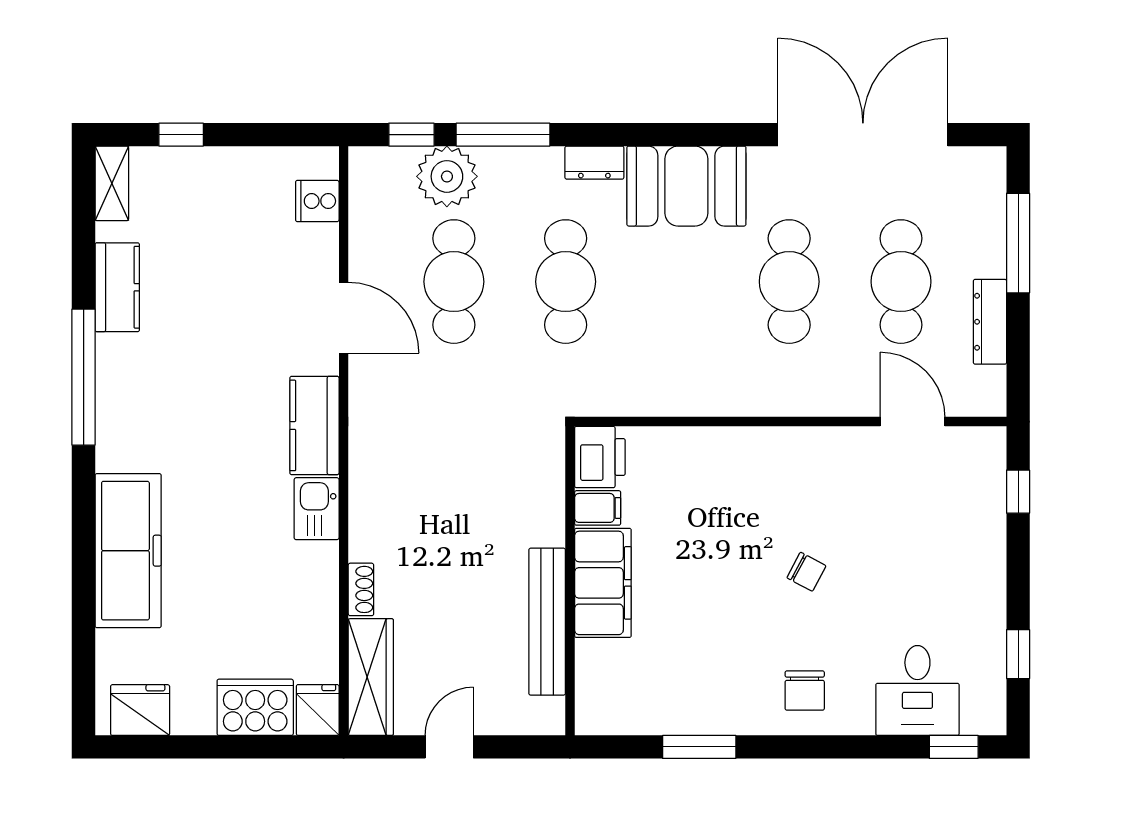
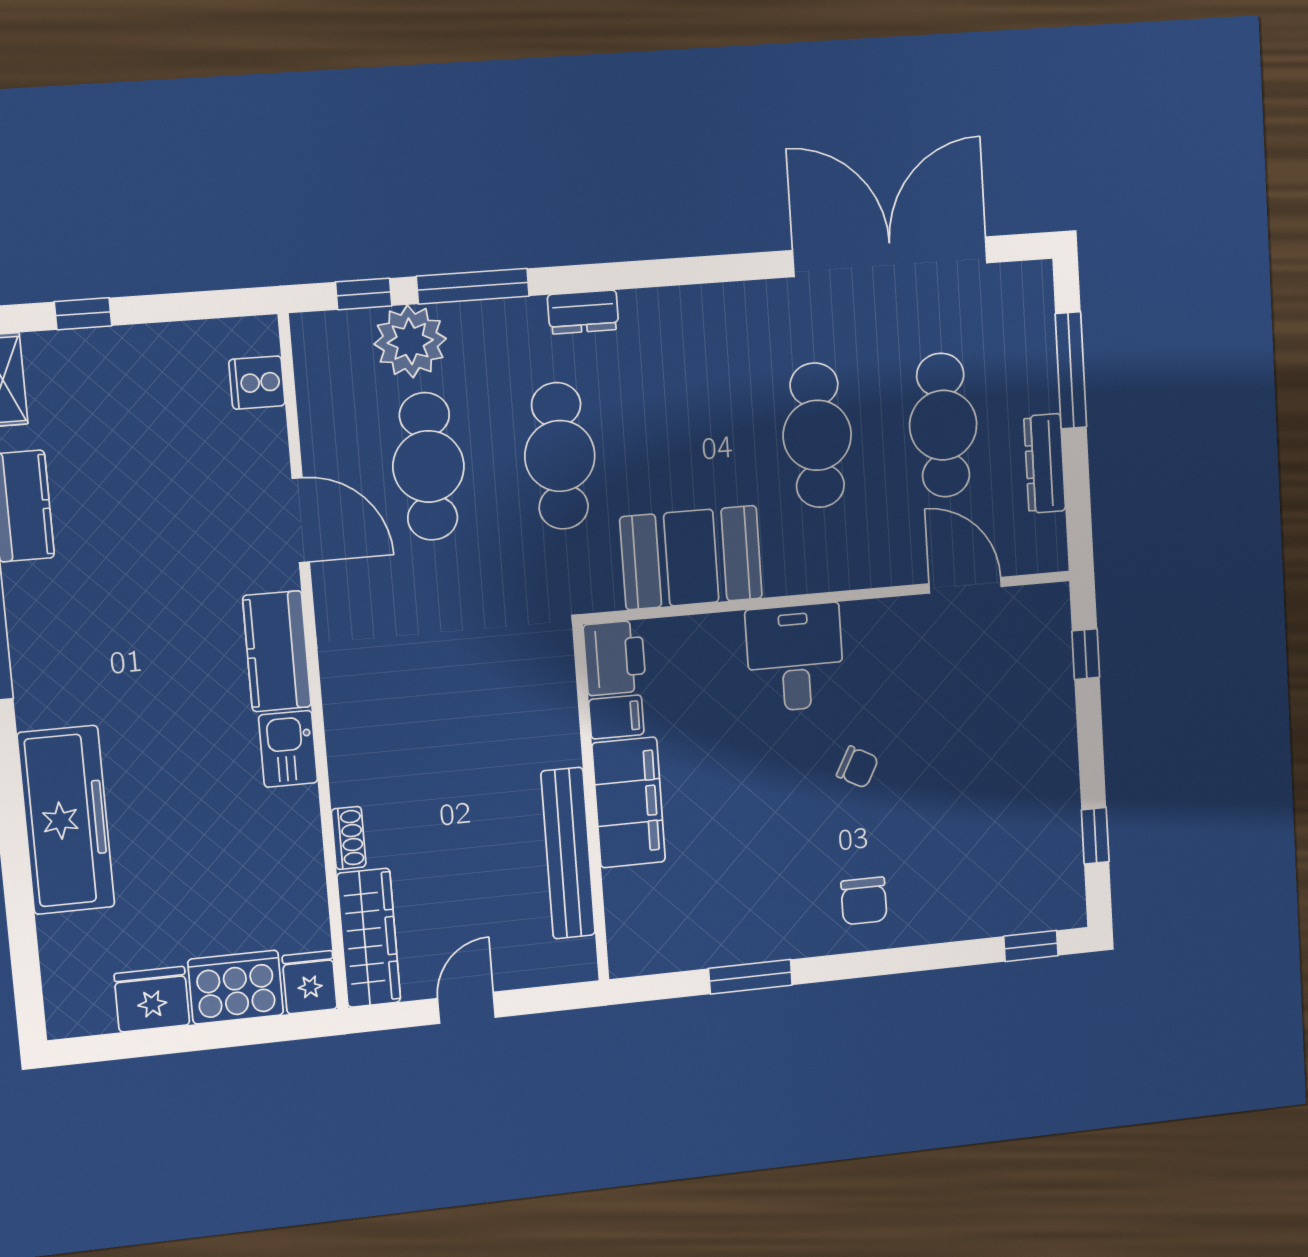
booth: (686, 186) -> (691, 558), moved
desk: (917, 690) -> (795, 658), moved, turned 180
fridge: (140, 710) -> (152, 999), moved

